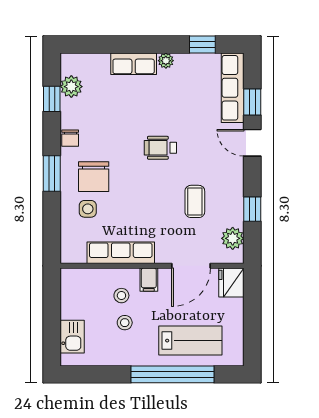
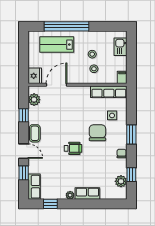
row of seats: (233, 88) -> (34, 187), width x0.68
chair: (94, 177) -> (97, 133), moved
coffee table: (195, 201) -> (35, 133), moved
row of seats: (121, 253) -> (109, 92), moved
filing cabinet: (149, 280) -> (122, 77), moved

